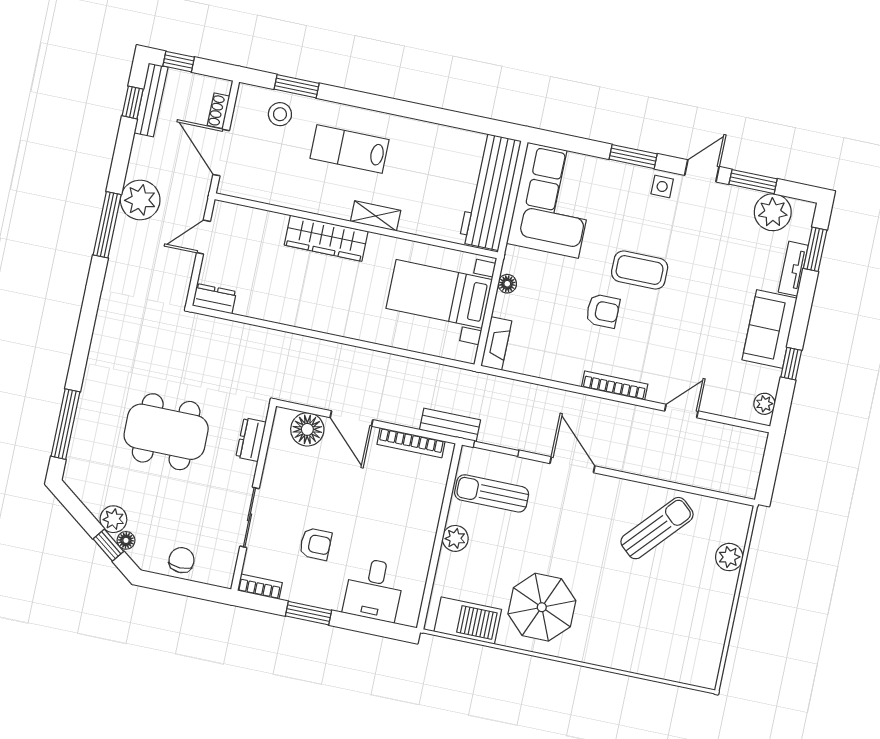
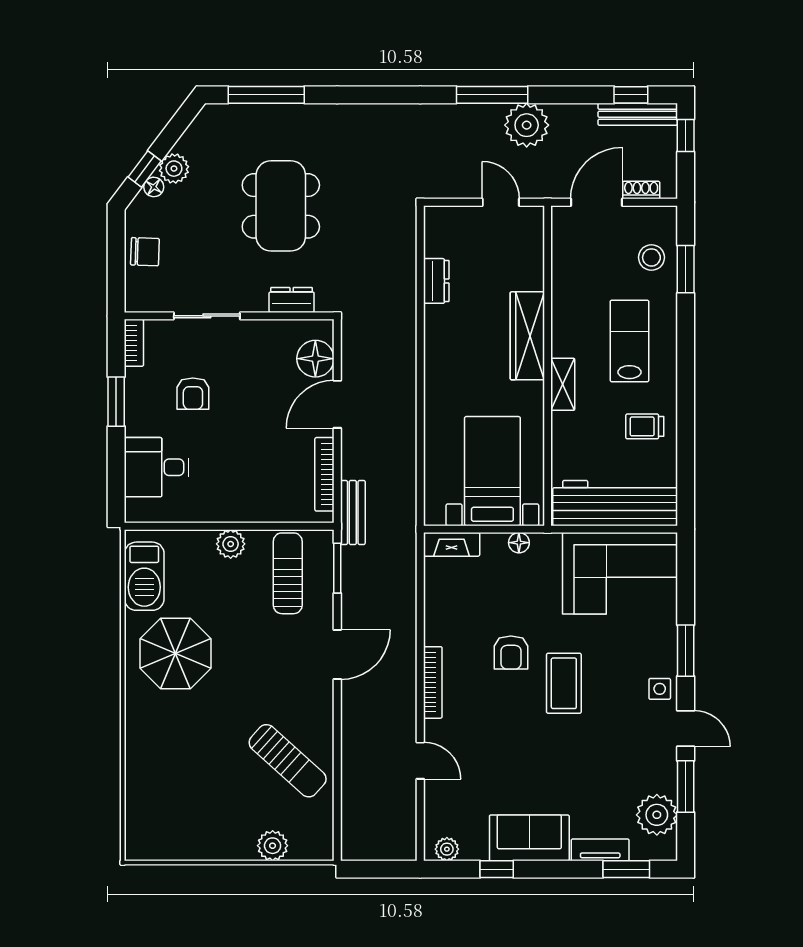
trolley: (428, 151) -> (645, 426), added
dresser: (214, 299) -> (436, 281), moved

